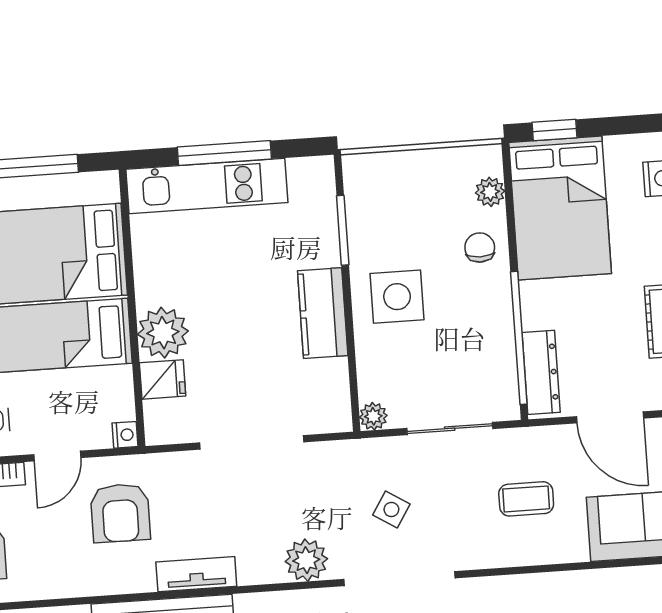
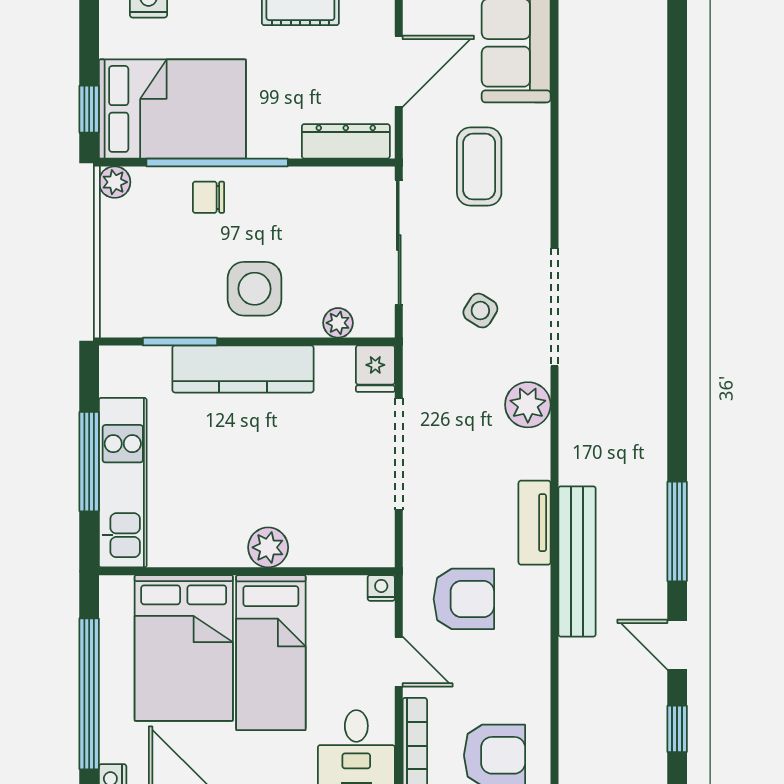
plant: (490, 192) -> (115, 182), moved
kitchen counter: (323, 313) -> (243, 369), width x1.50
plant: (163, 333) -> (268, 547), width x0.73, depth x0.73
window: (519, 338) -> (217, 162), moved
fridge: (163, 379) -> (375, 369), moved, turned 180
plant: (373, 416) -> (338, 323), moved
sliding door: (450, 429) -> (399, 243), width x1.37
coffee table: (526, 499) -> (479, 167), width x1.36, depth x1.30

